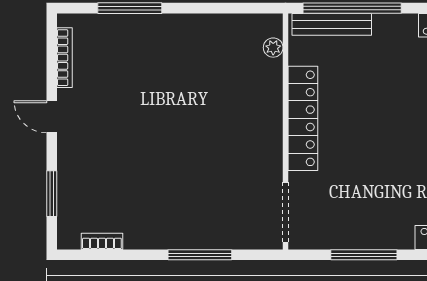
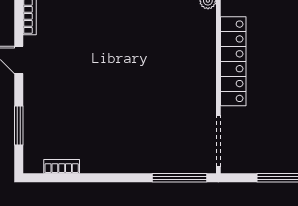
window: (200, 255) -> (180, 178), moved

